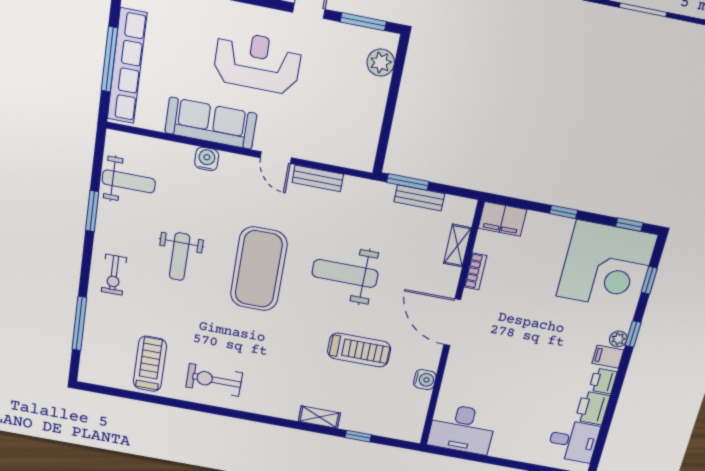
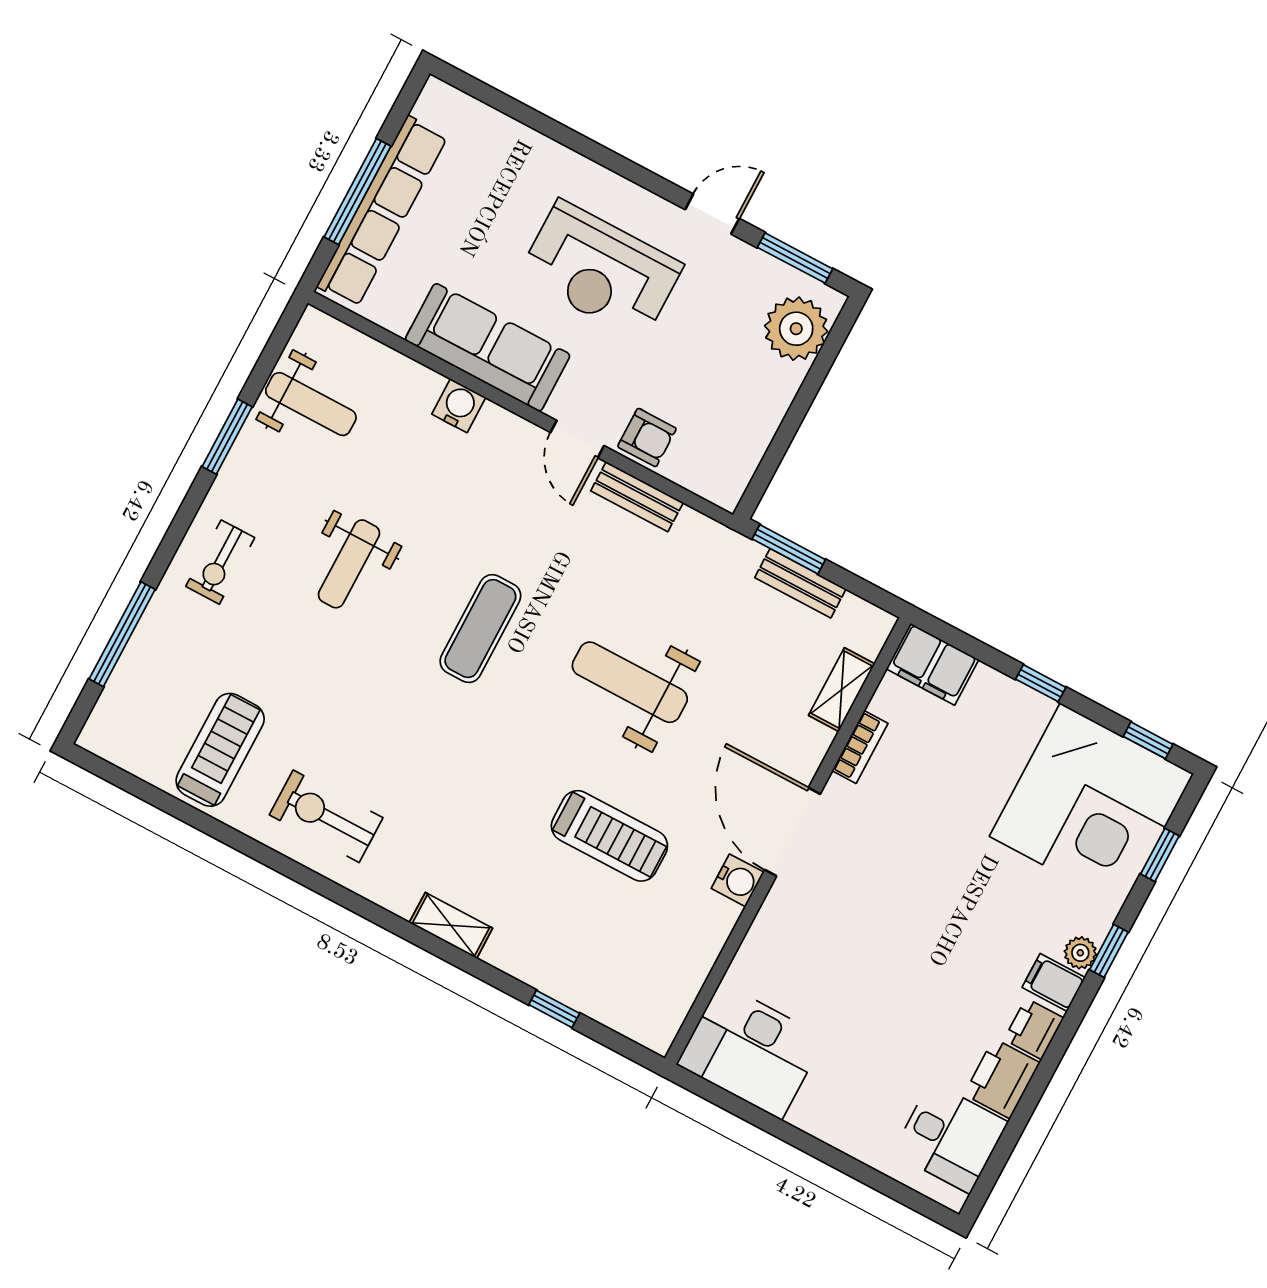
reception desk: (257, 62) -> (600, 270), turned 180
plant: (381, 63) -> (796, 329), width x1.36, depth x1.36
armchair: (313, 146) -> (647, 438), added
exercise mat: (259, 269) -> (480, 629), width x0.50, depth x0.69
water cooler: (425, 380) -> (738, 880), moved
shelving: (319, 417) -> (451, 925), moved

